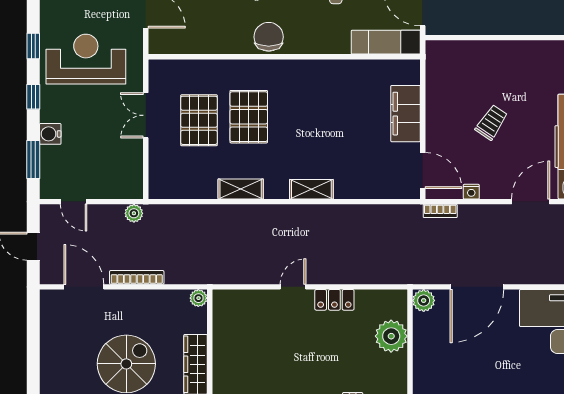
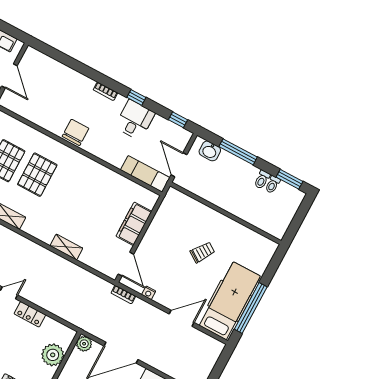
trolley: (491, 122) -> (202, 252), moved
shelving: (311, 189) -> (66, 247), moved

